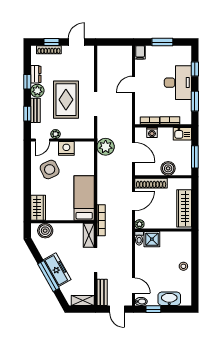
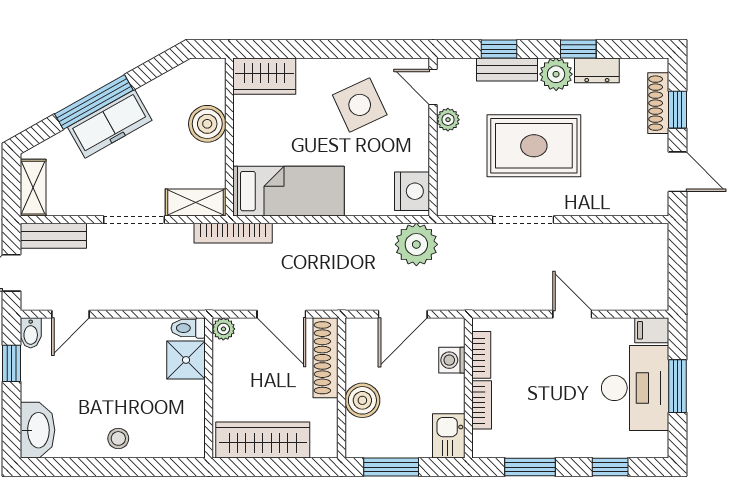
desk: (178, 83) -> (635, 388), moved, turned -90
nightstand: (66, 148) -> (412, 191), moved
boiler: (45, 231) -> (207, 124), moved
washbasin: (169, 299) -> (37, 430), moved

